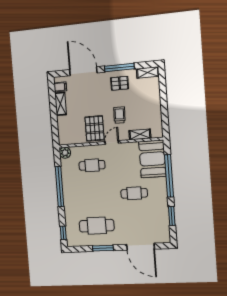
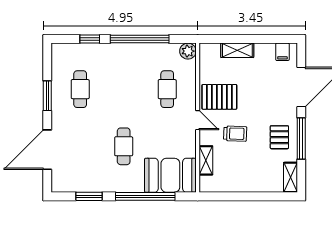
shelving: (61, 104) -> (237, 50), moved
cafe table: (97, 226) -> (80, 89), width x0.73, depth x0.74
window: (63, 233) -> (90, 39), moved

